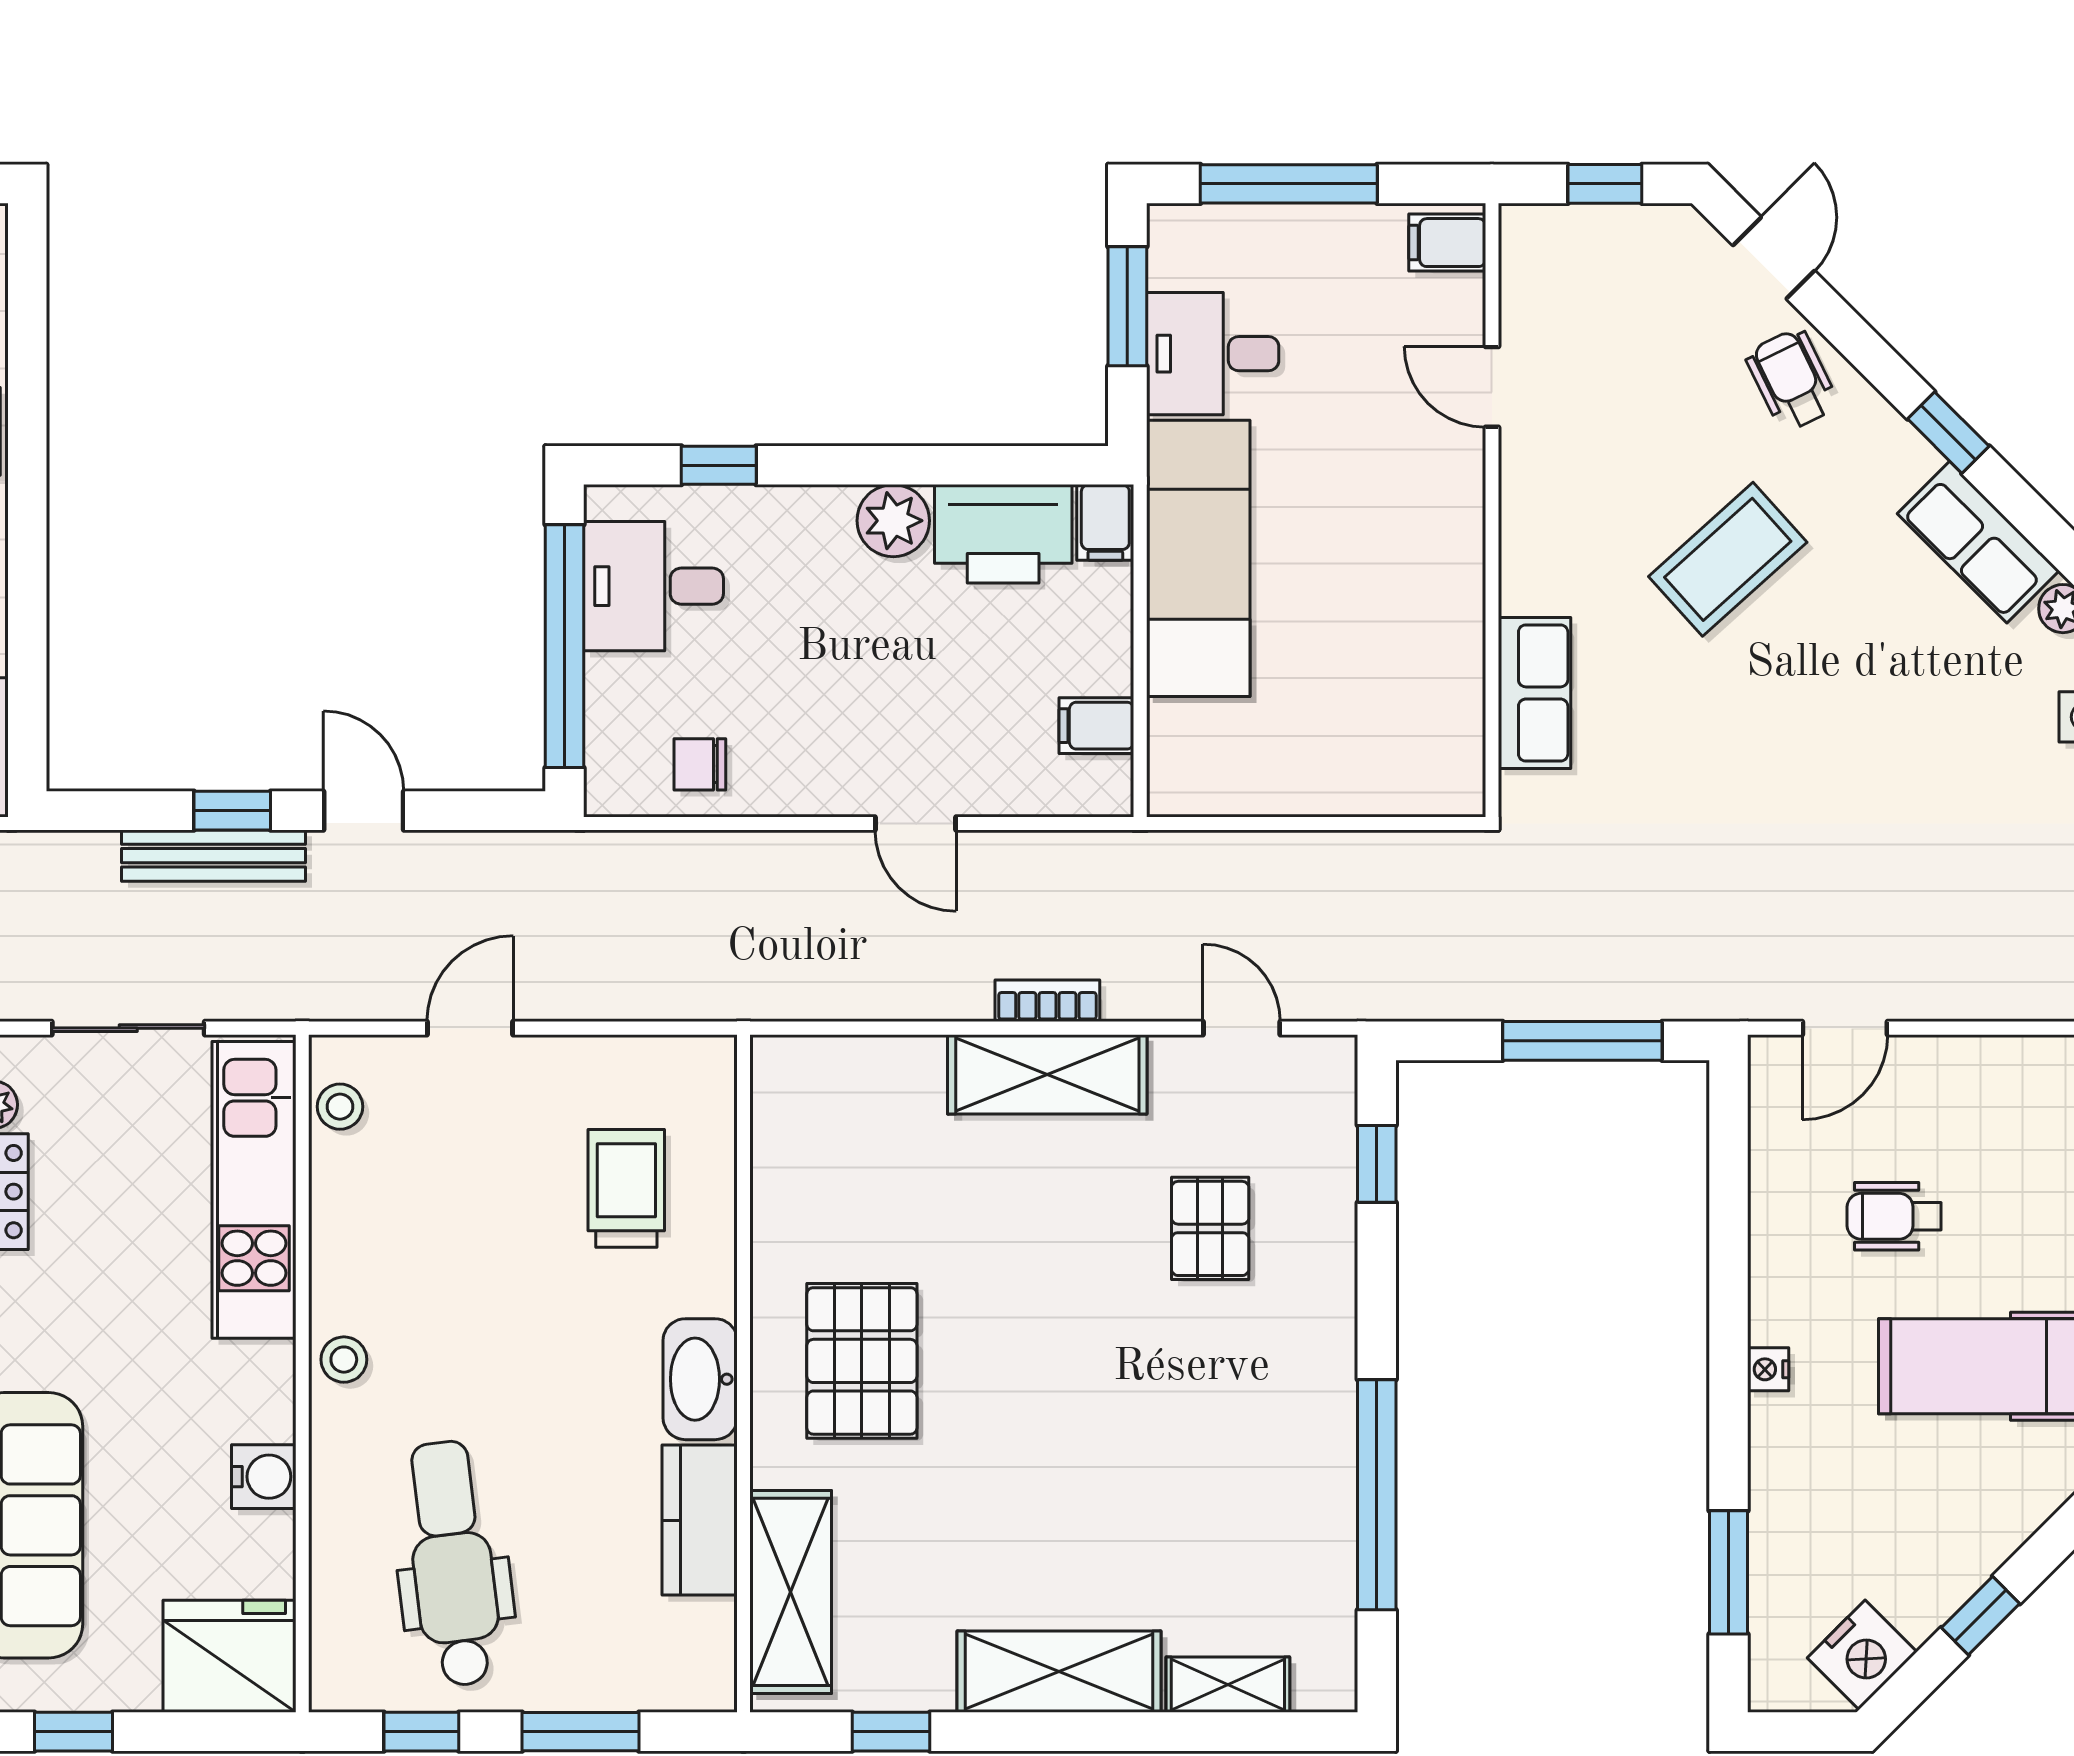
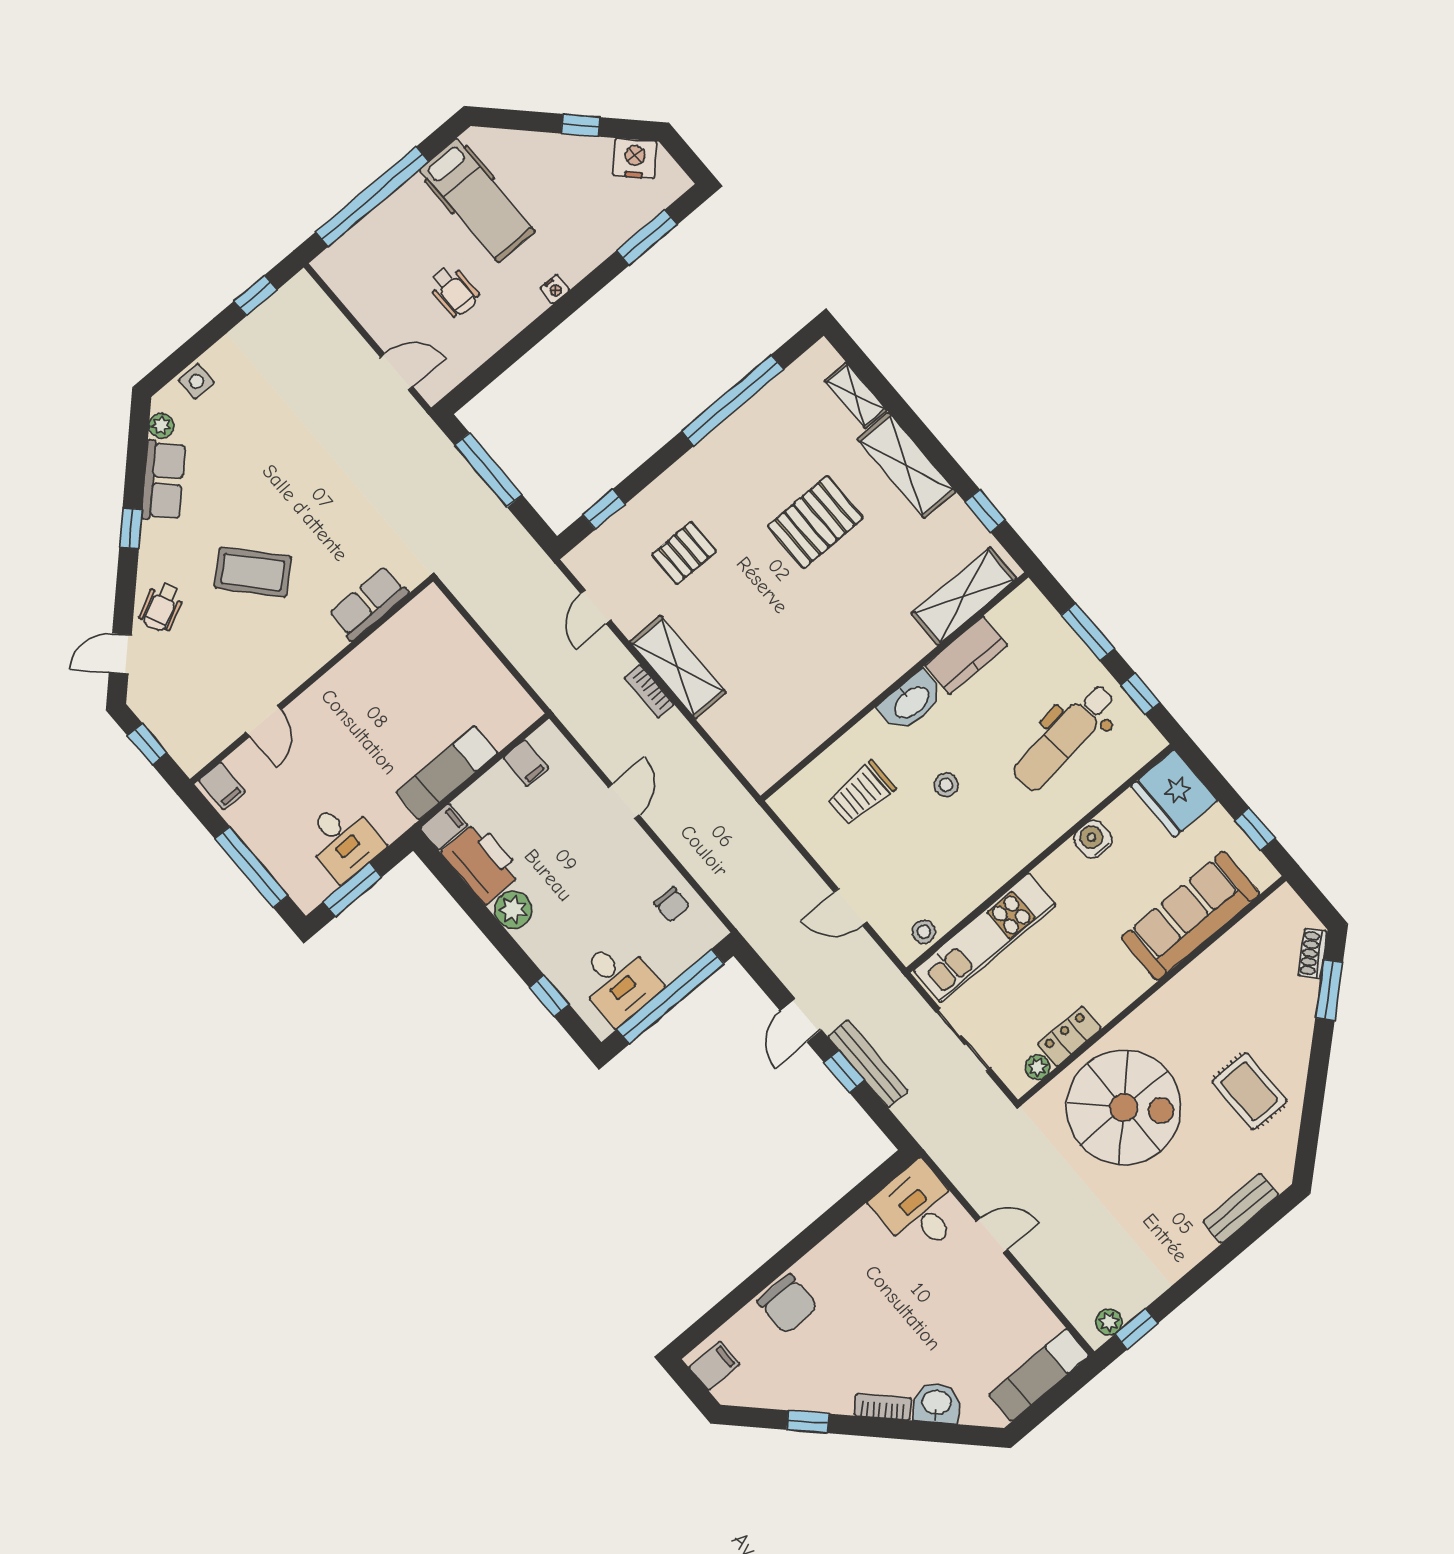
exam couch: (1198, 558) -> (447, 773), width x0.73, depth x0.69
stool: (344, 1360) -> (946, 785), moved
pallet: (862, 1361) -> (815, 522), moved

